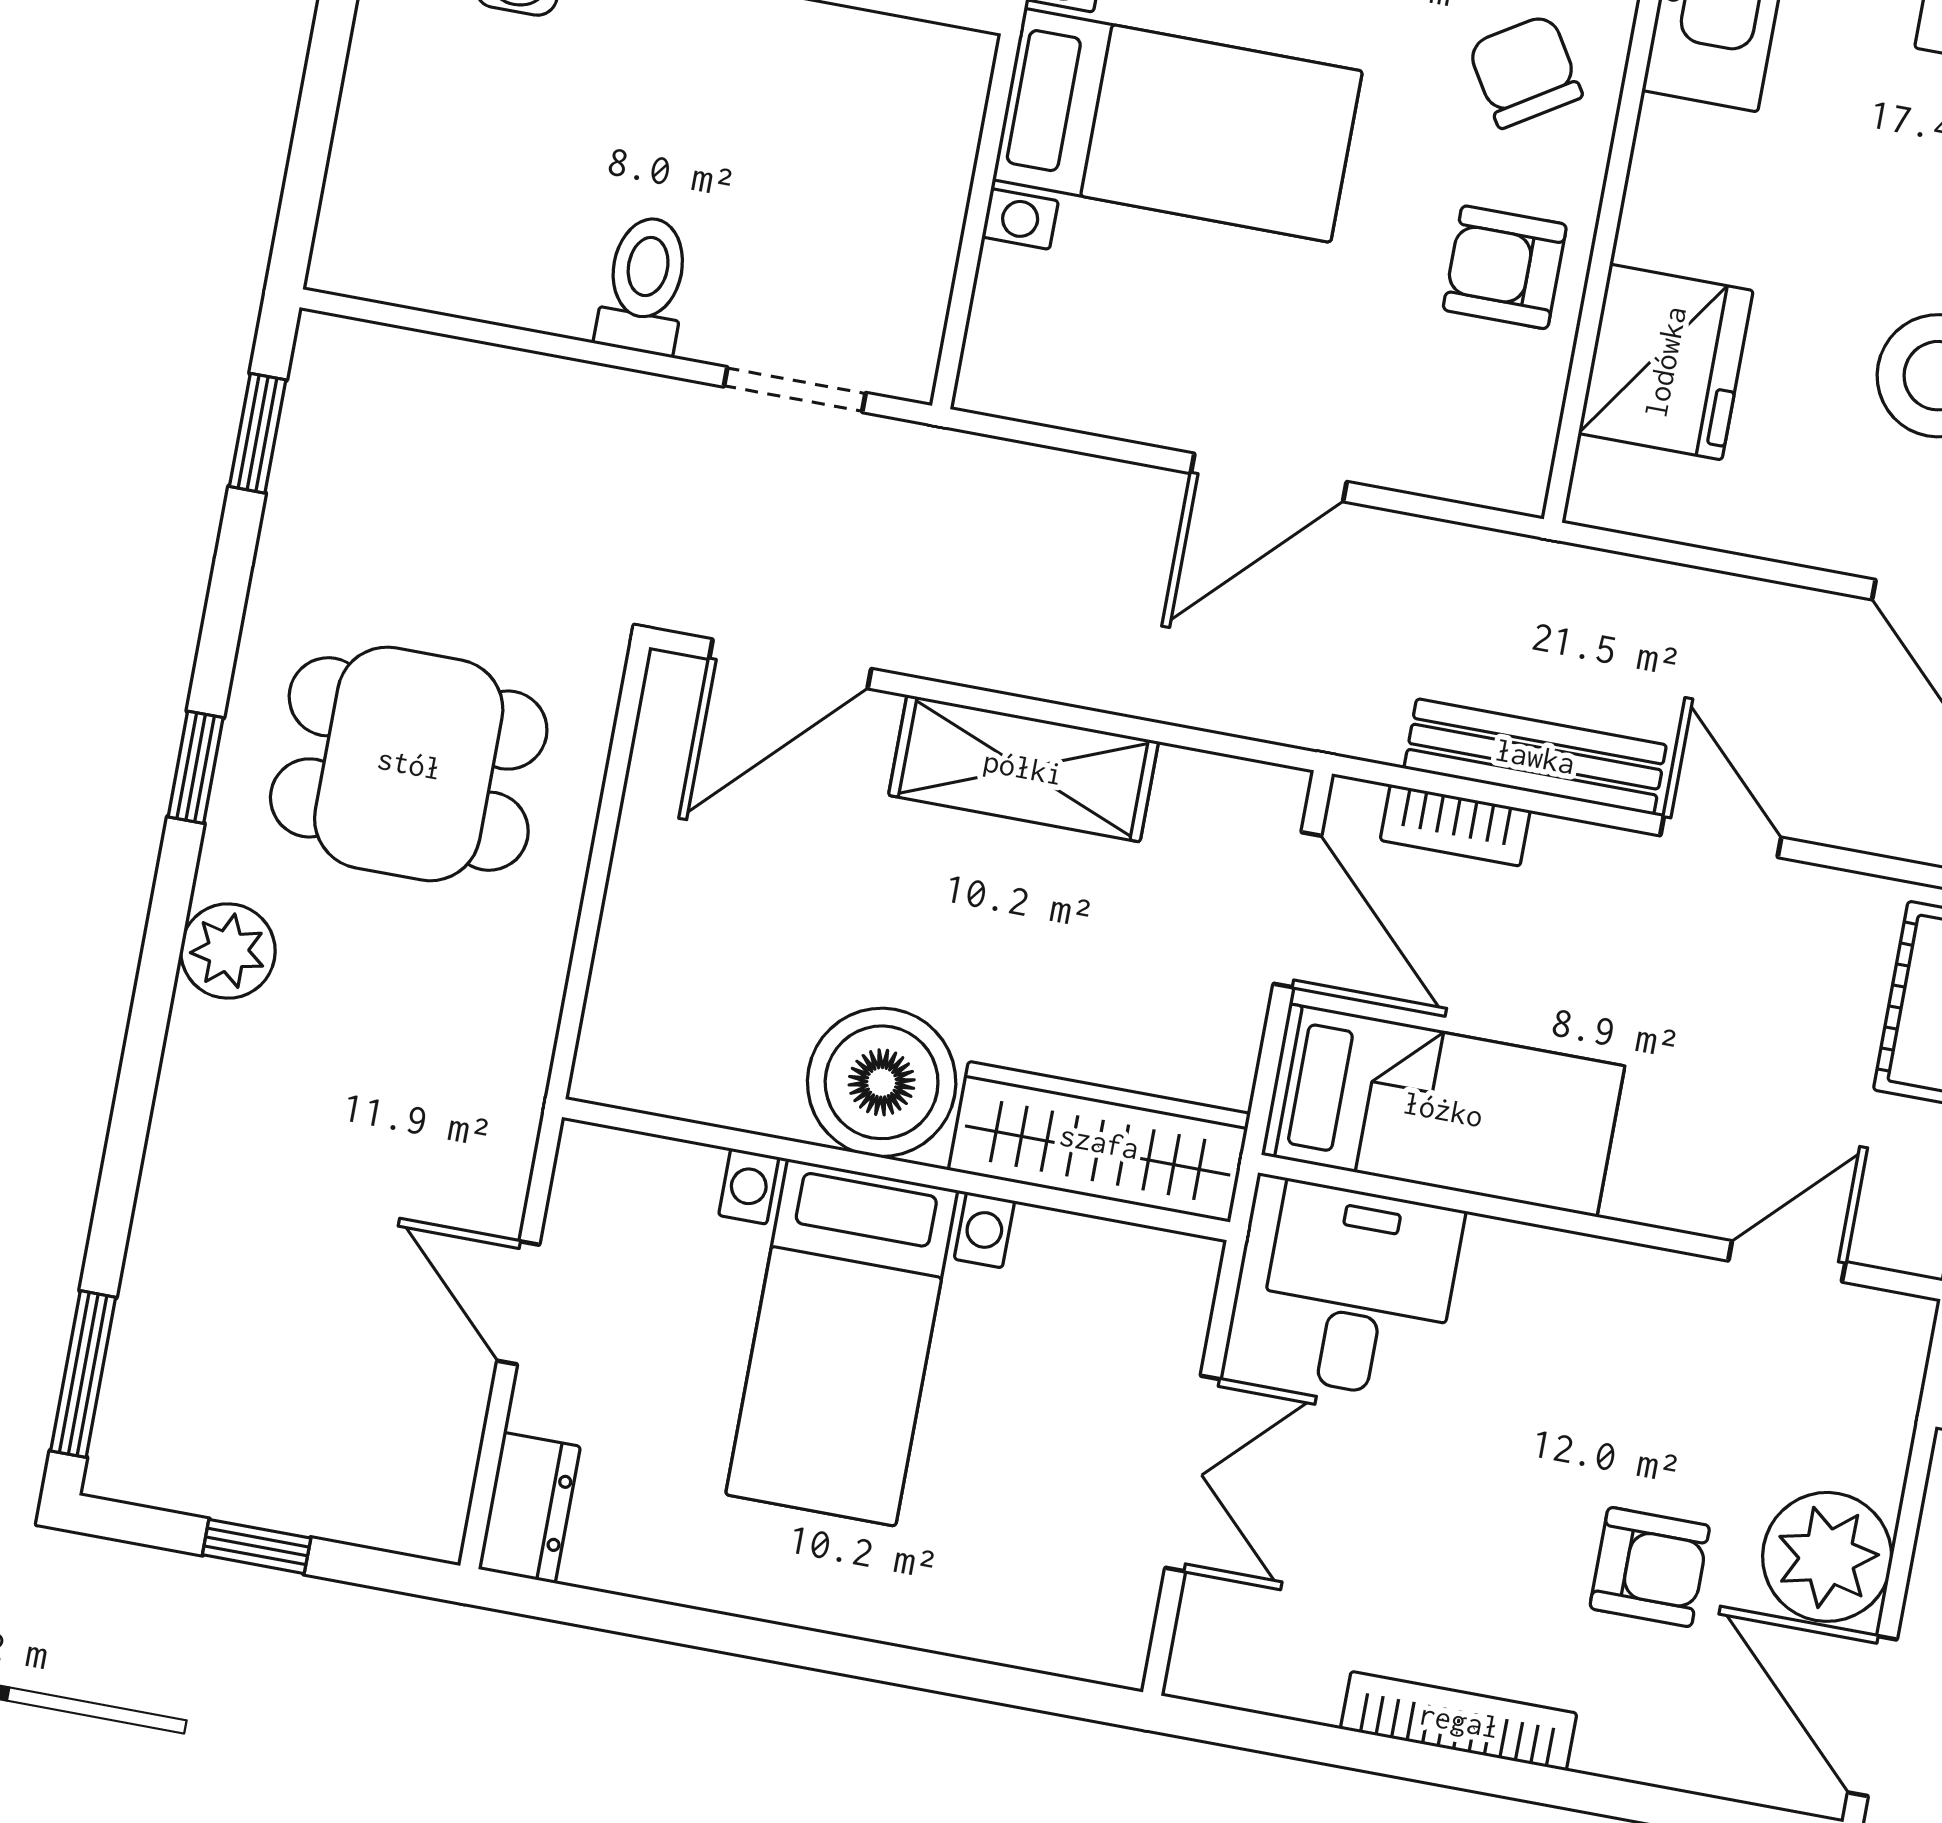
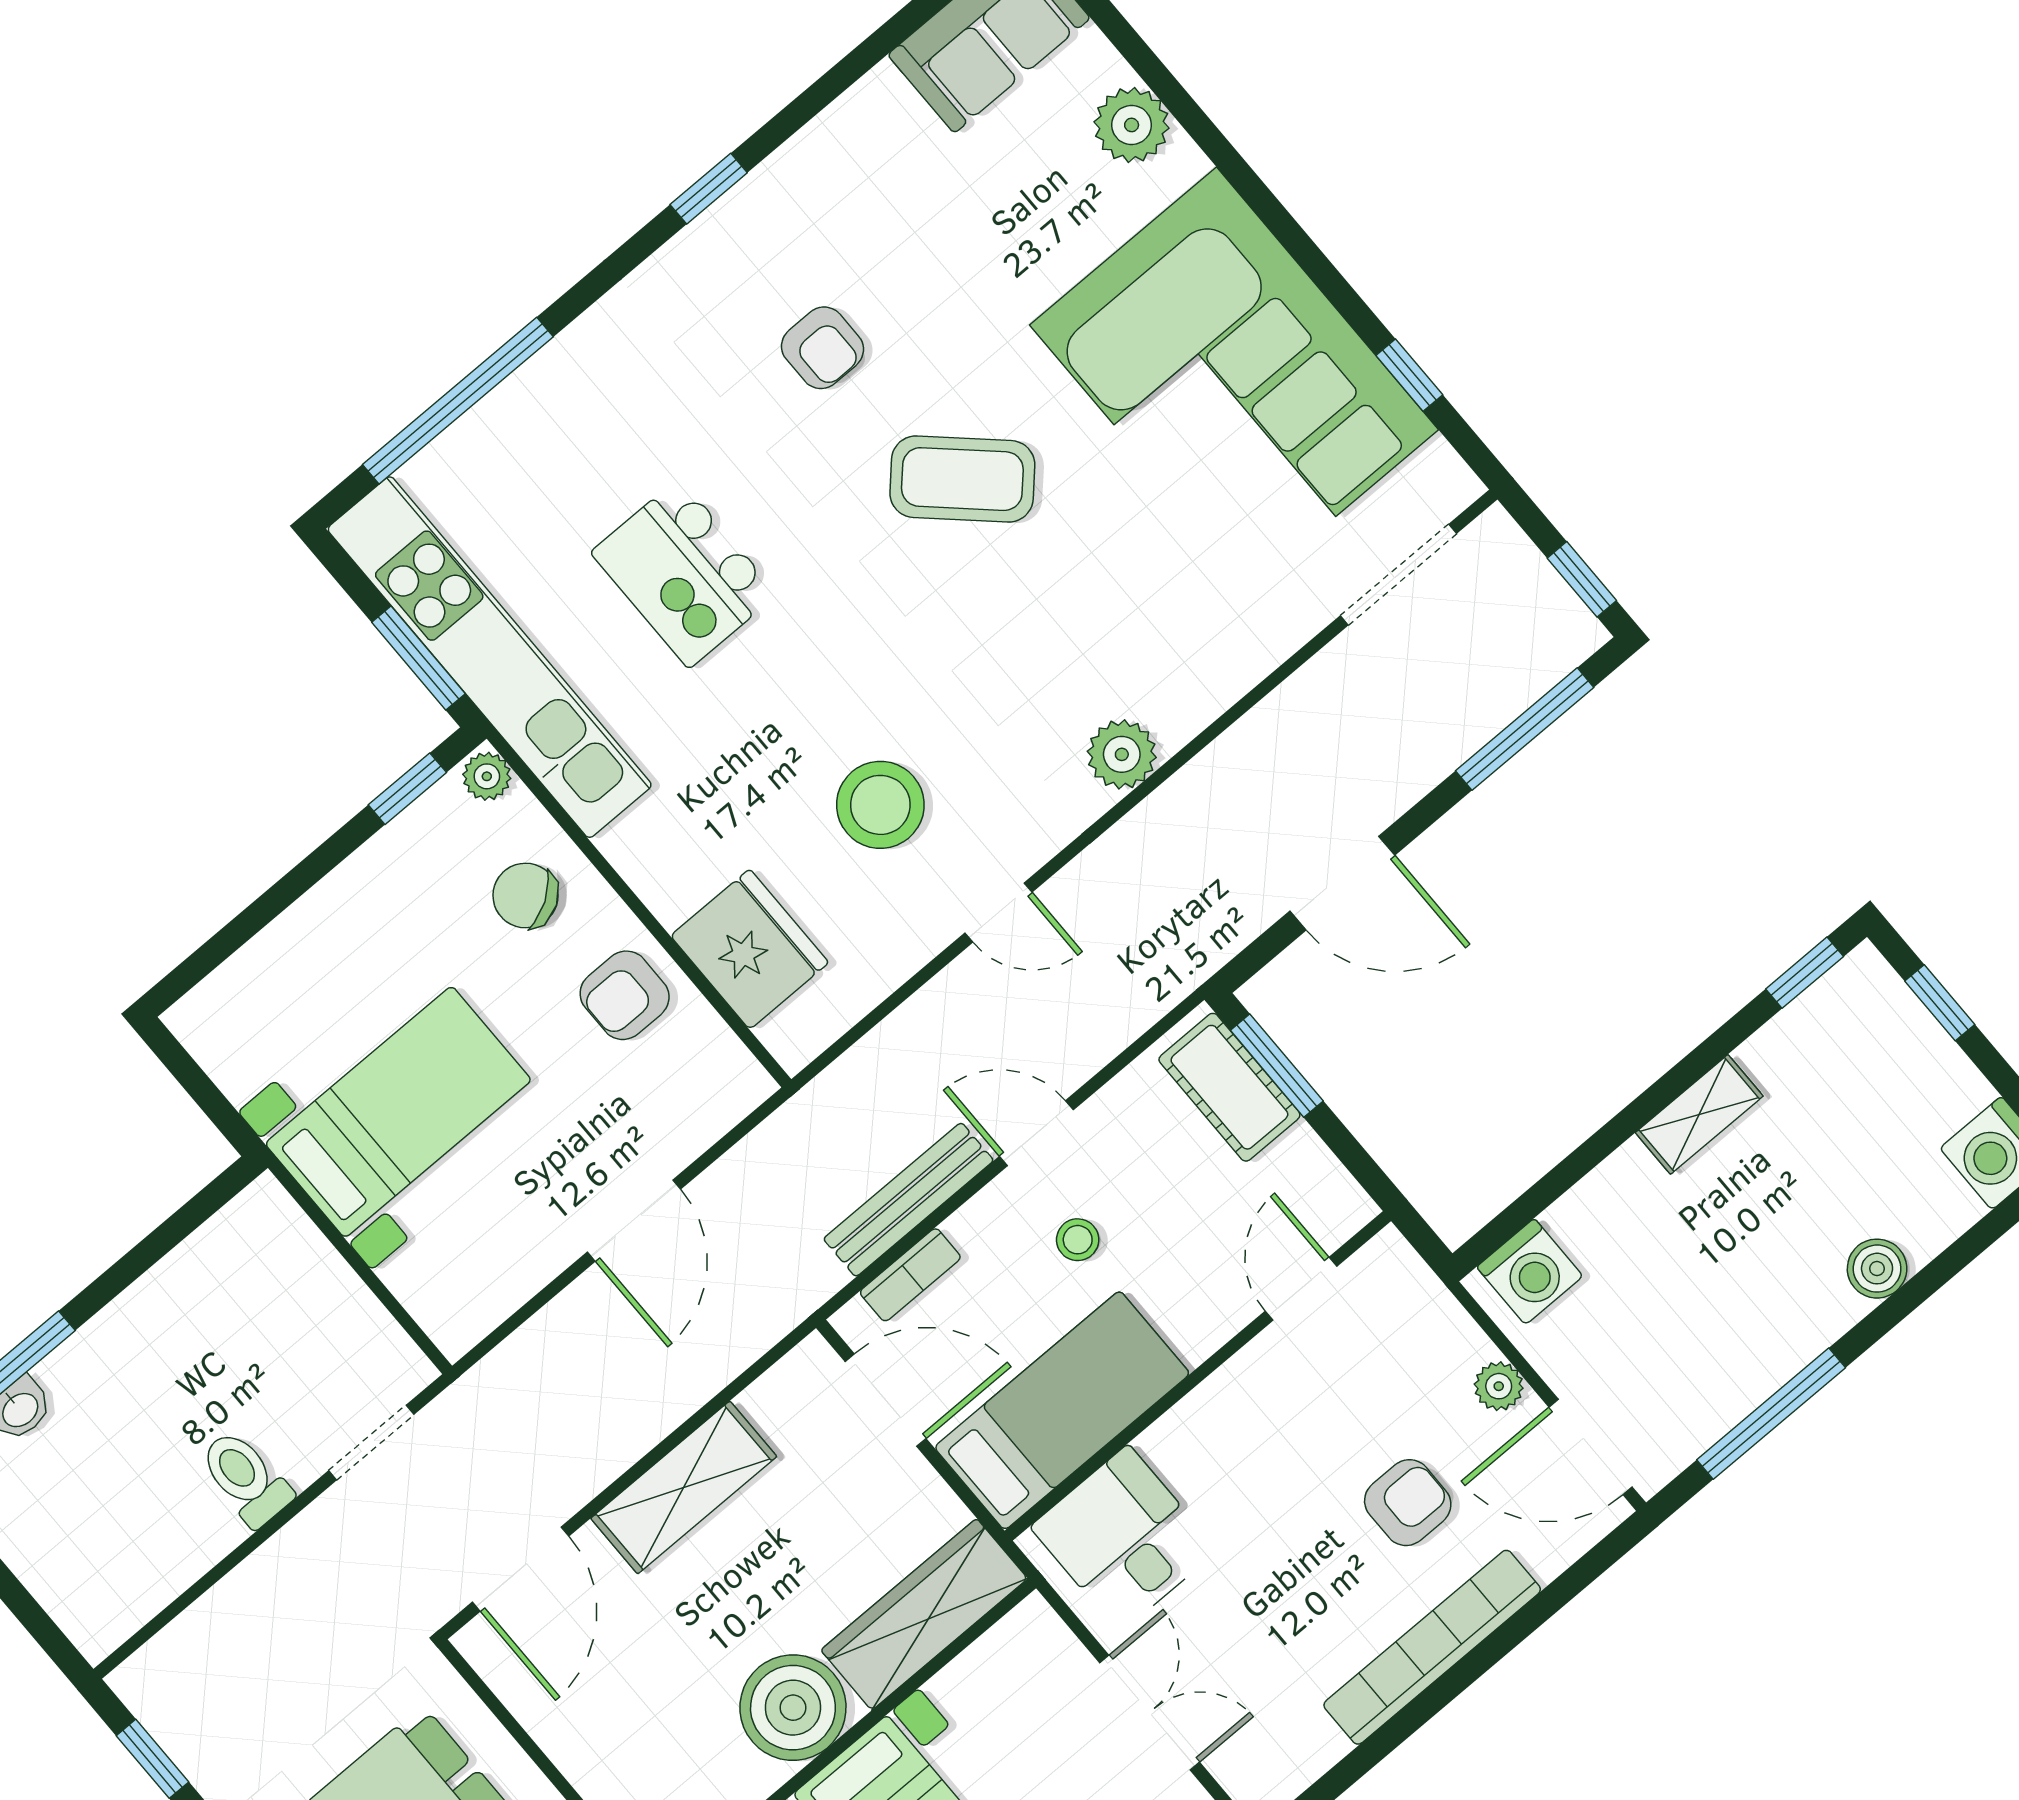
stool: (1642, 976) -> (1078, 1240), added
plant: (1827, 1557) -> (1499, 1386), width x0.53, depth x0.53
bookcase: (1459, 1721) -> (1432, 1647), width x1.48, depth x1.31

